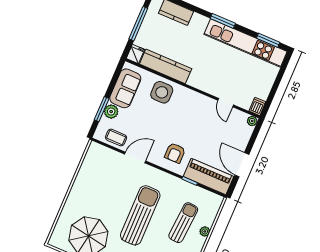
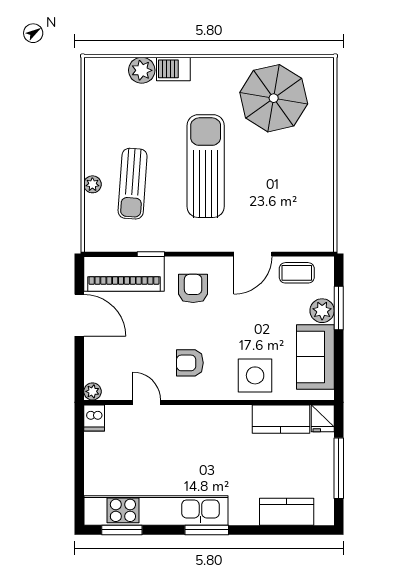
kitchen counter: (166, 66) -> (281, 419), width x0.67
armchair: (194, 114) -> (190, 363), added
sun lounger: (140, 215) -> (206, 166), turned 180

